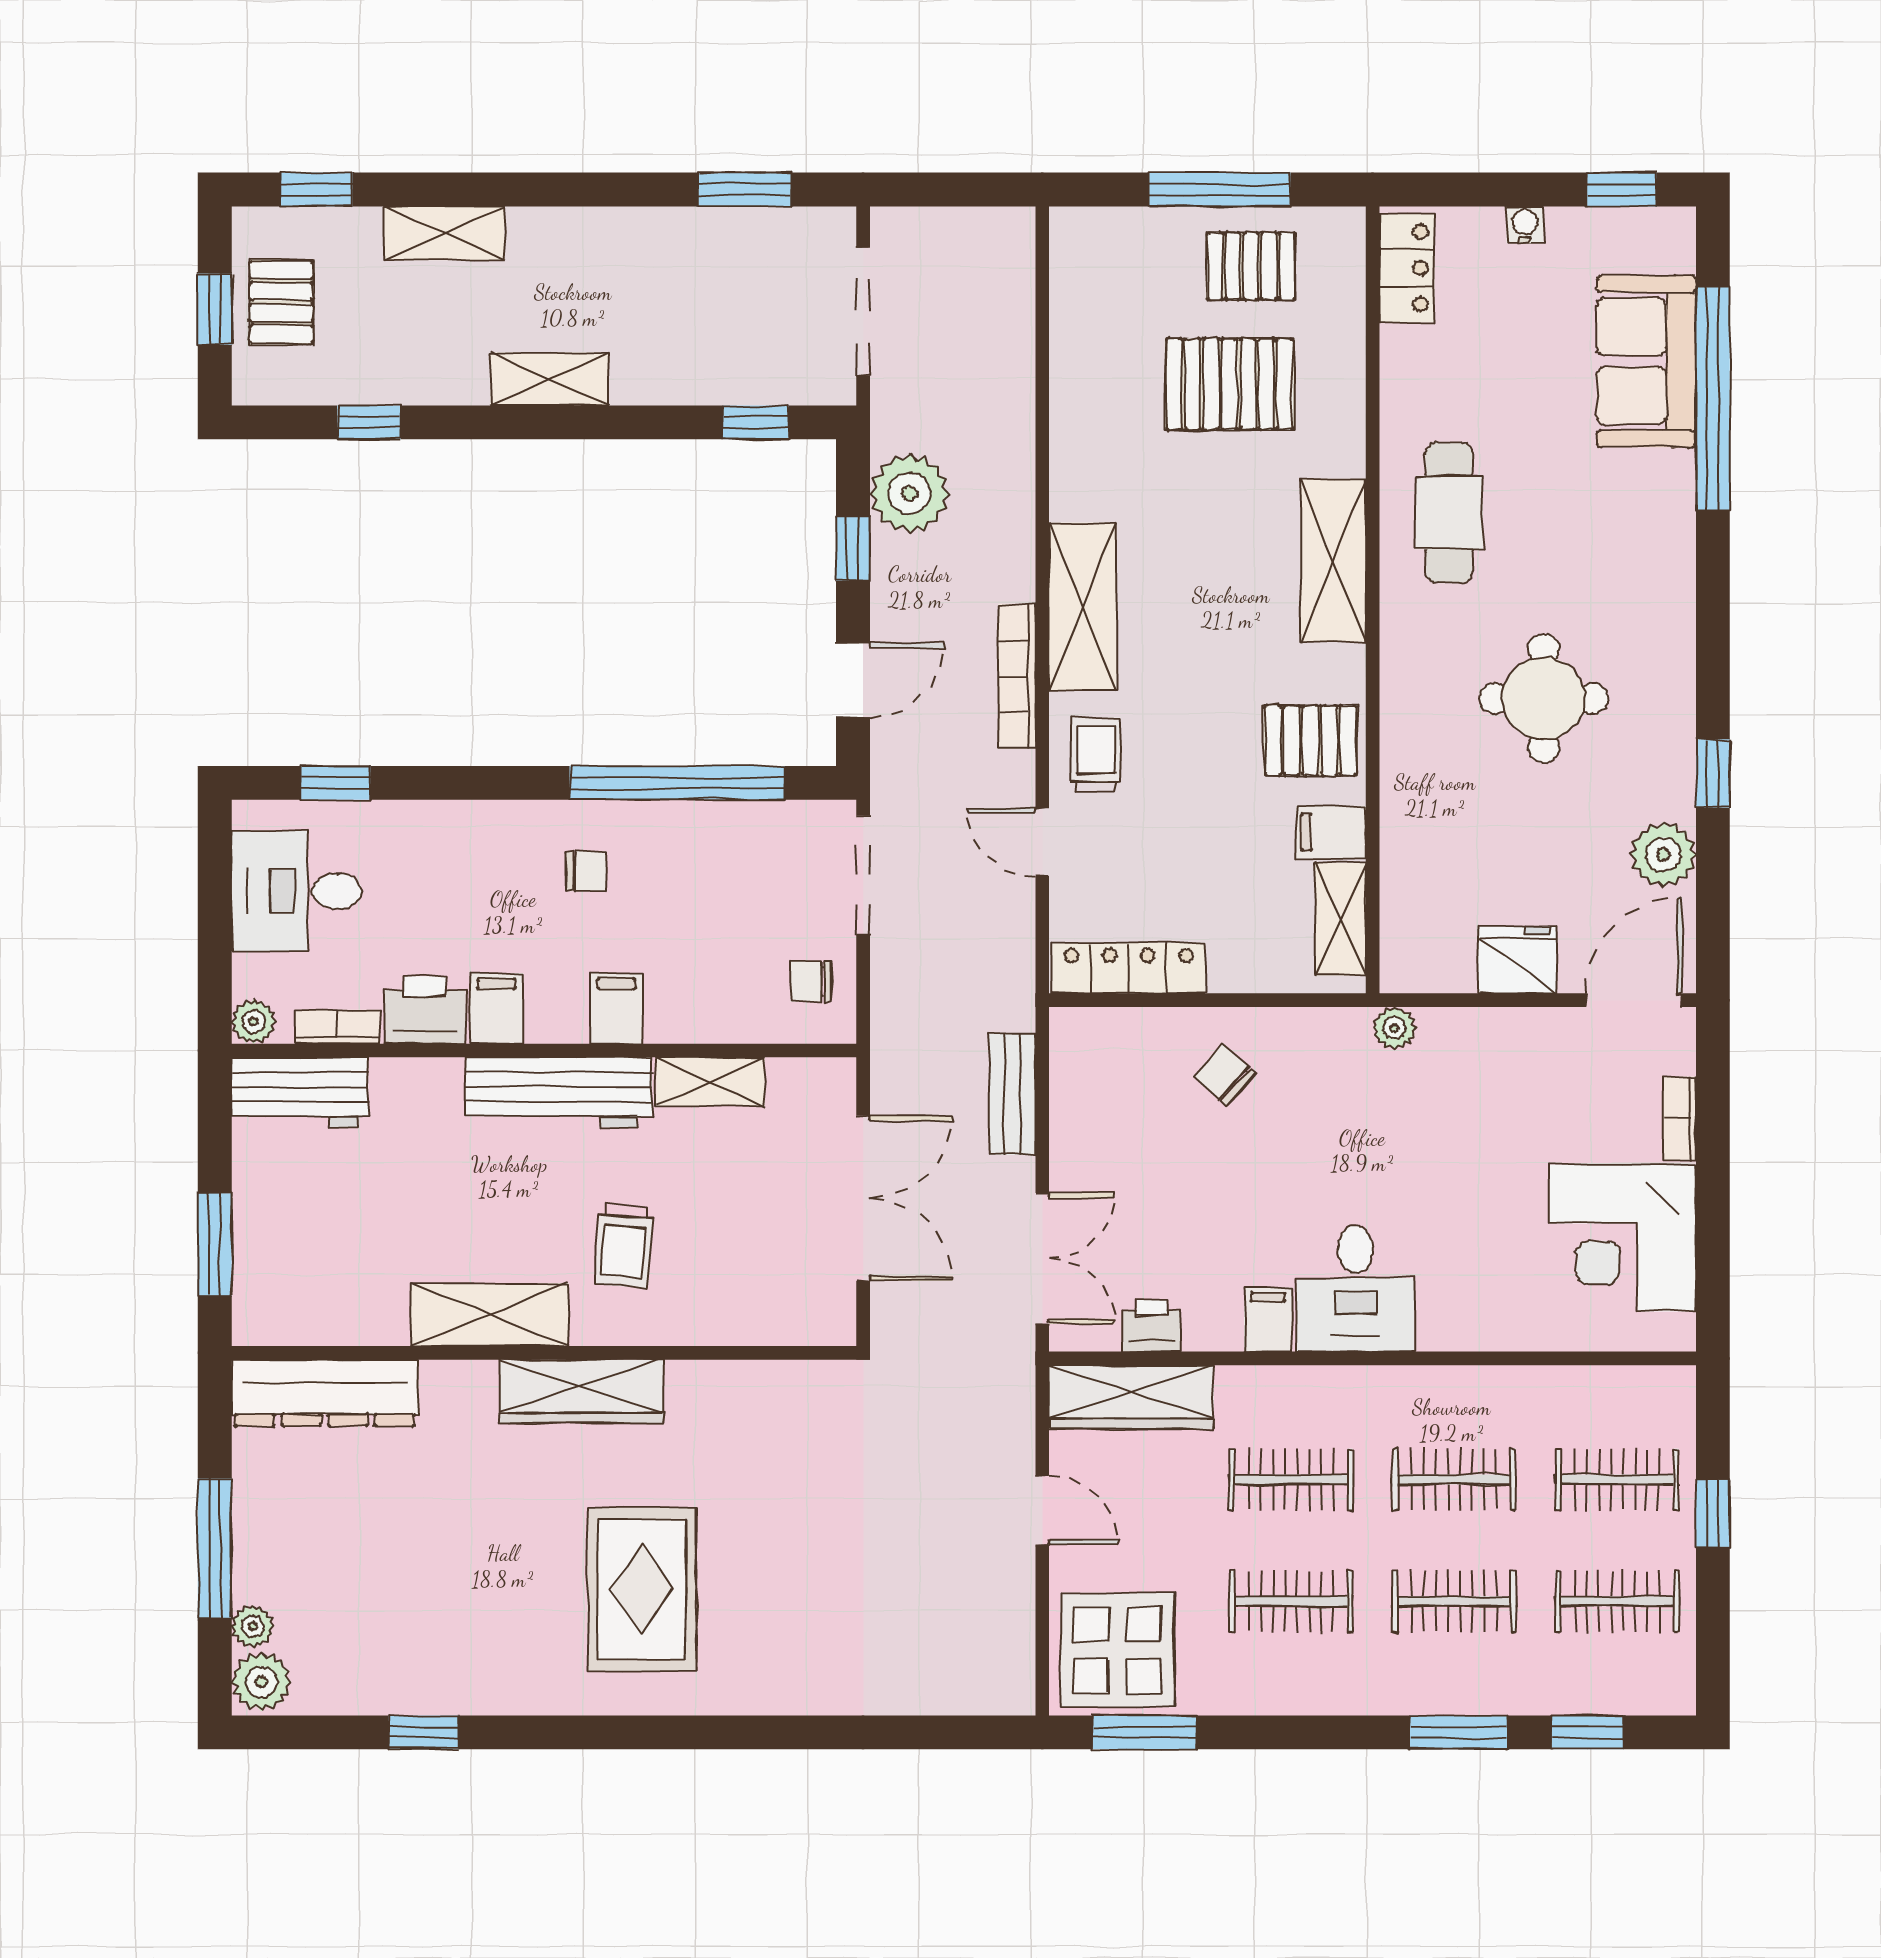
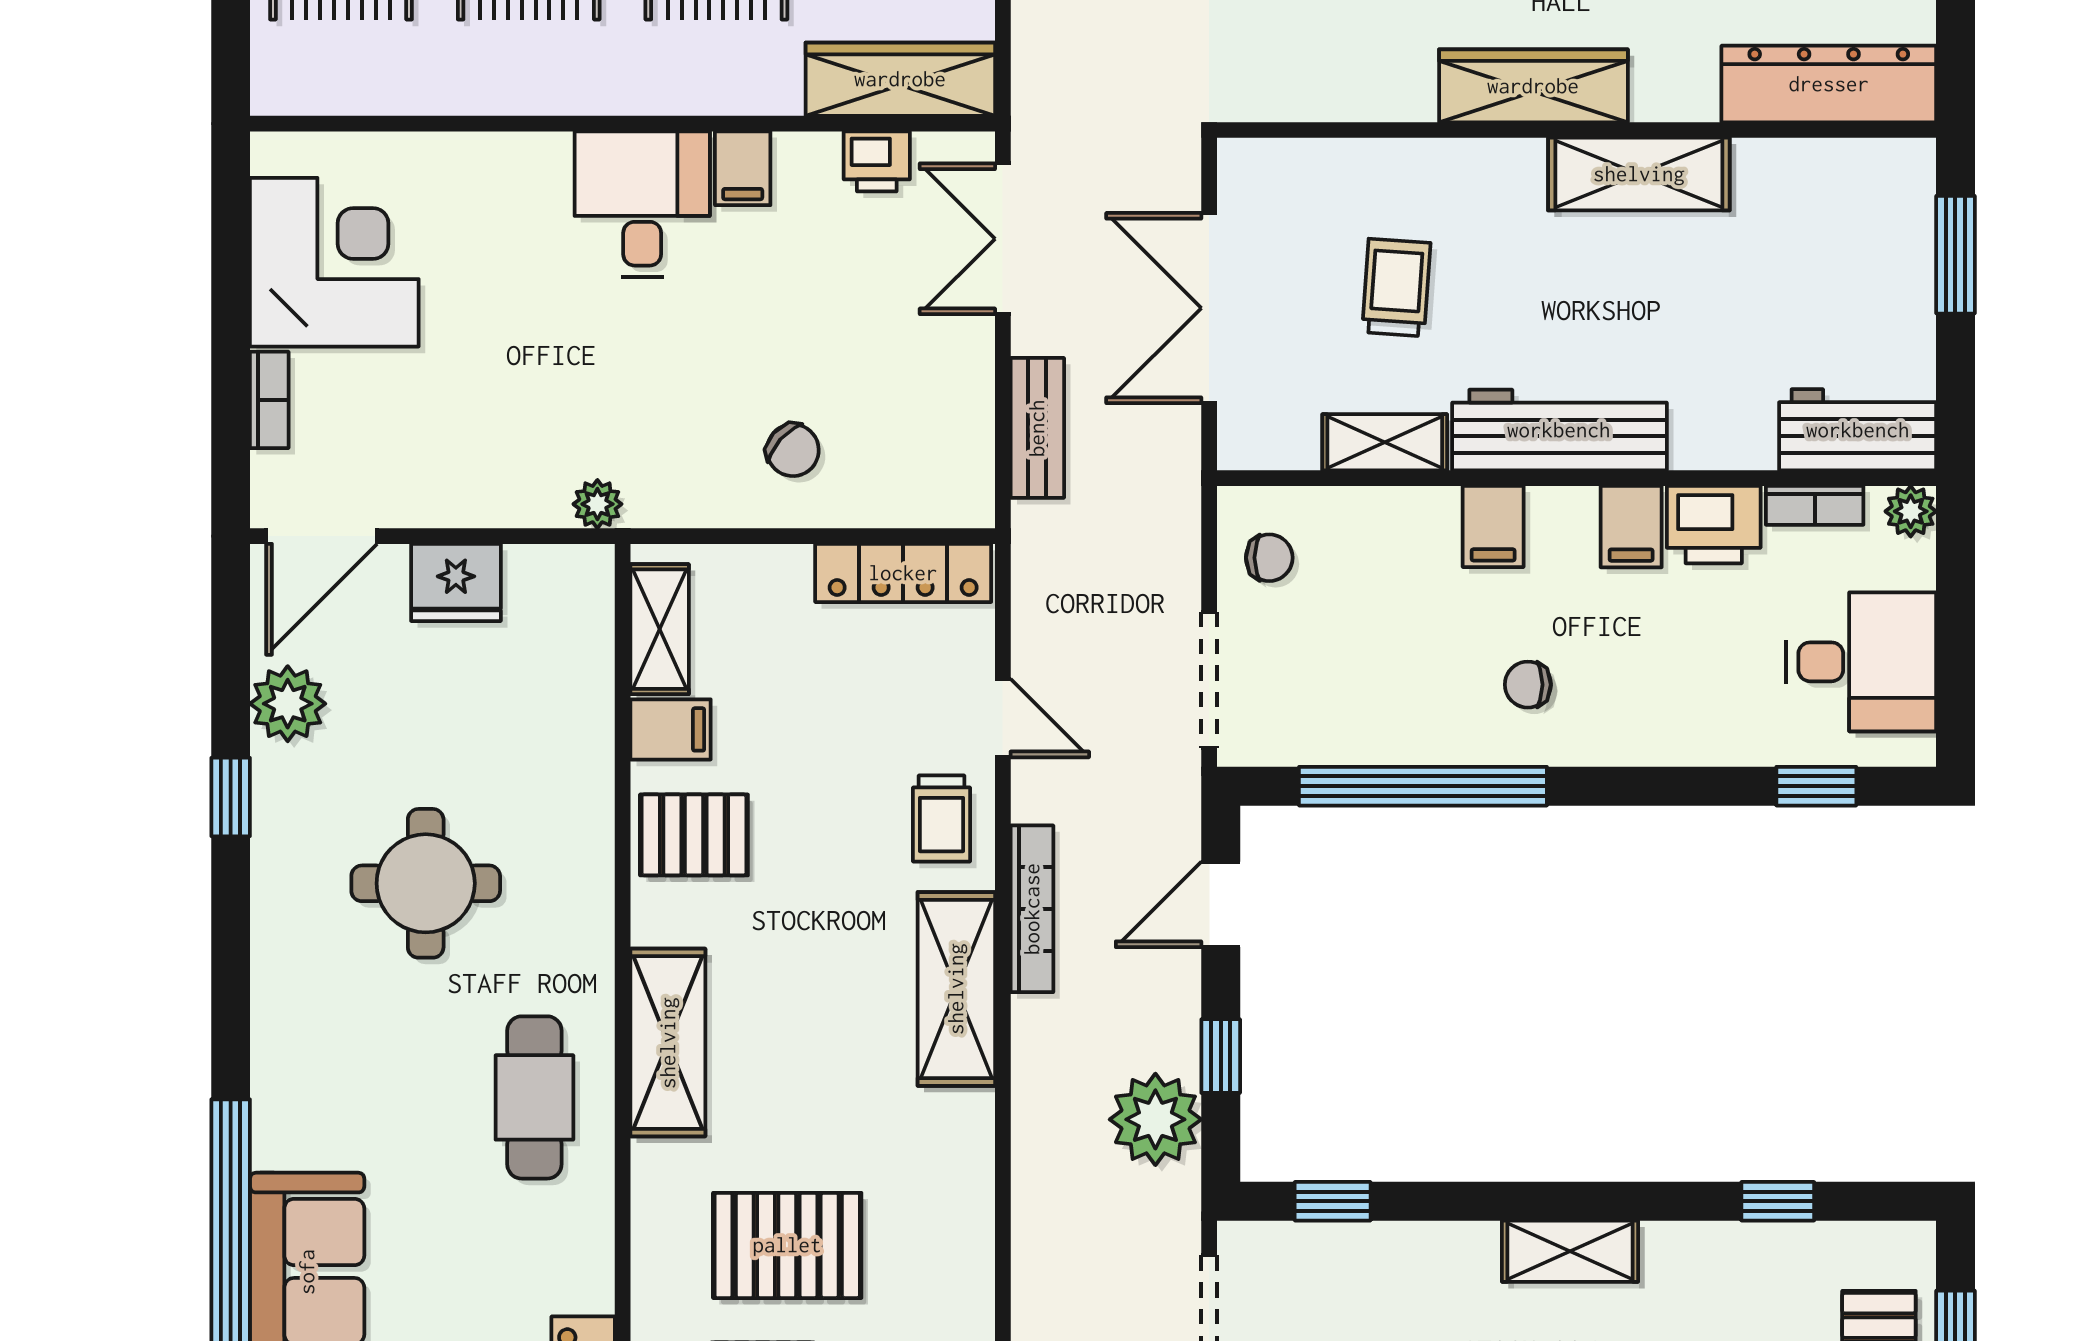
trolley: (624, 1246) -> (1396, 288), moved

